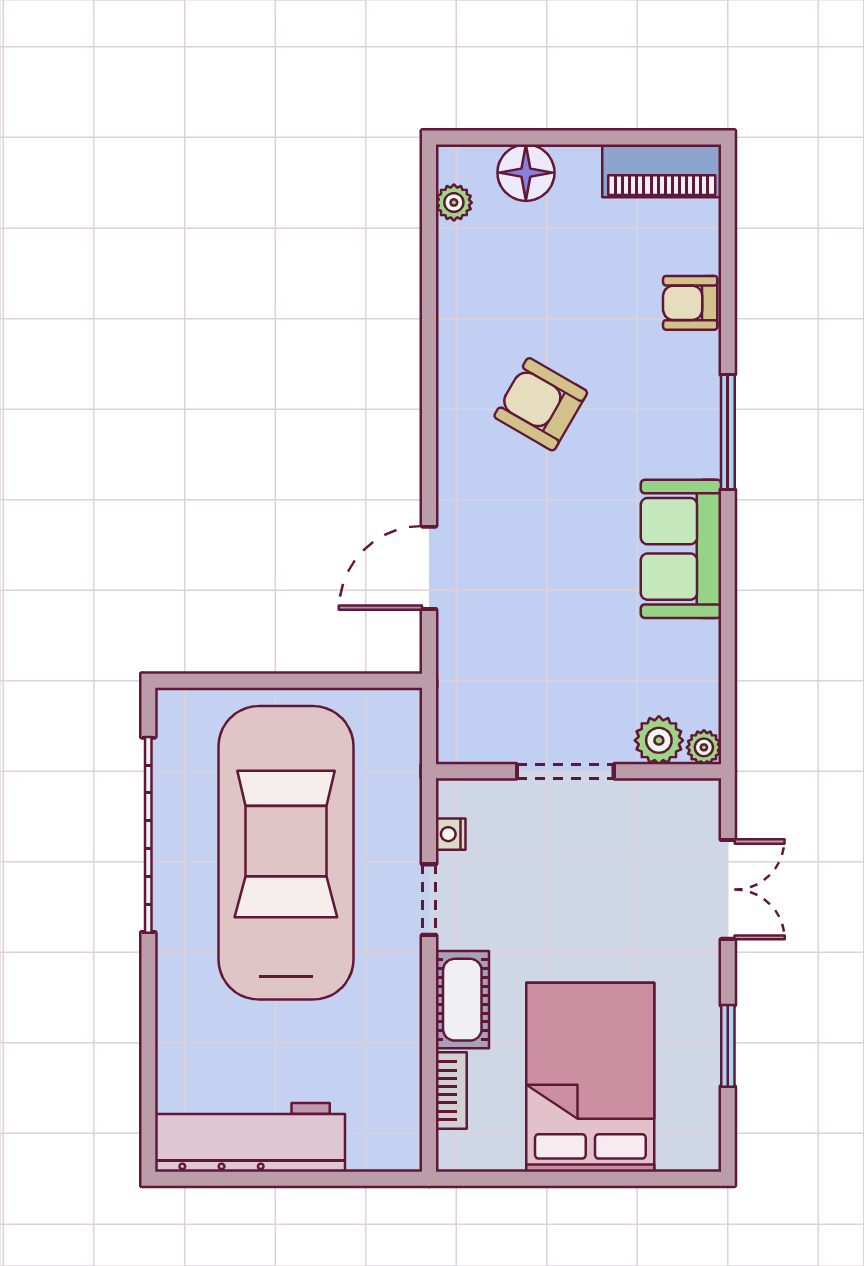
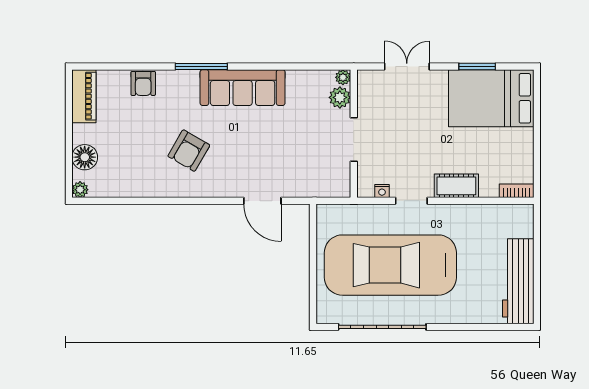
plant: (454, 202) -> (80, 190), moved
sofa: (681, 549) -> (243, 88), width x1.36
bed: (590, 1077) -> (491, 98), moved
bookcase: (451, 1091) -> (517, 191), moved

